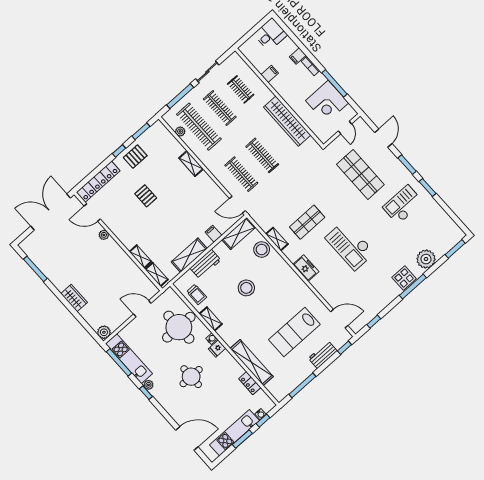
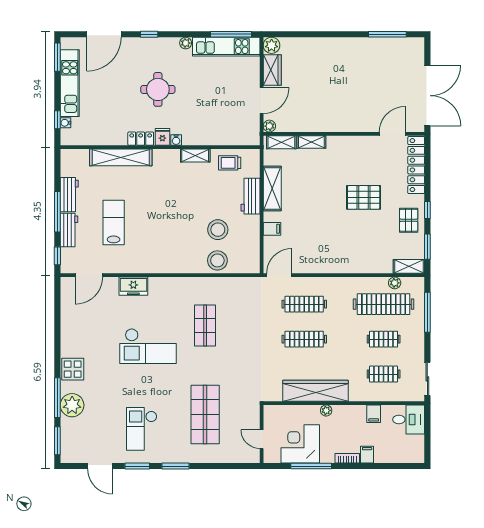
desk: (270, 34) -> (409, 420), moved, turned -90
sliding door: (207, 72) -> (427, 379), moved
plant: (293, 104) -> (326, 410), added
clothes rail: (220, 108) -> (384, 339), width x0.73
door: (383, 138) -> (100, 466), moved
shelving: (191, 164) -> (409, 266), moved
shop shelf: (360, 174) -> (205, 414), turned 90
pallet: (146, 196) -> (364, 197), width x1.50, depth x1.42
checkout: (403, 205) -> (142, 429), turned 180
shelving: (239, 233) -> (251, 252), removed
plant: (104, 235) -> (269, 126), moved
shelving: (277, 239) -> (214, 283), removed
checkout: (350, 245) -> (148, 346), turned 180
freezer: (306, 268) -> (133, 286), moved
window: (413, 287) -> (57, 398), moved
stool: (246, 288) -> (218, 230), moved
wardrobe: (74, 298) -> (272, 70), moved, turned -90
window: (374, 322) -> (57, 305), removed
round table: (179, 327) -> (214, 119), removed
lab bench: (294, 332) -> (114, 222), width x0.73, depth x0.72
workbench: (301, 373) -> (69, 195), added
locker: (250, 383) -> (141, 139), moved
window: (302, 385) -> (57, 212), moved
window: (146, 393) -> (149, 34), moved
window: (242, 439) -> (57, 57), moved

